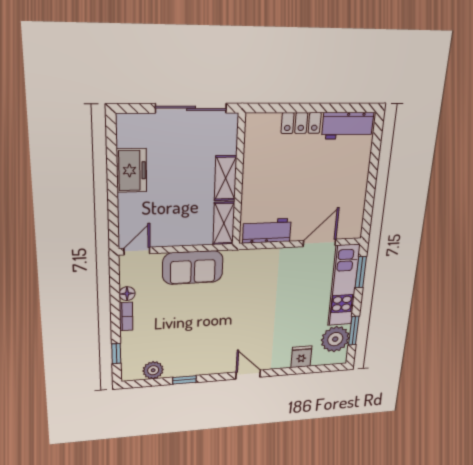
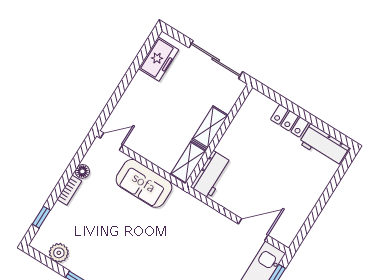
freezer: (132, 171) -> (159, 59), moved
workbench: (267, 231) -> (211, 175), moved, turned 90

